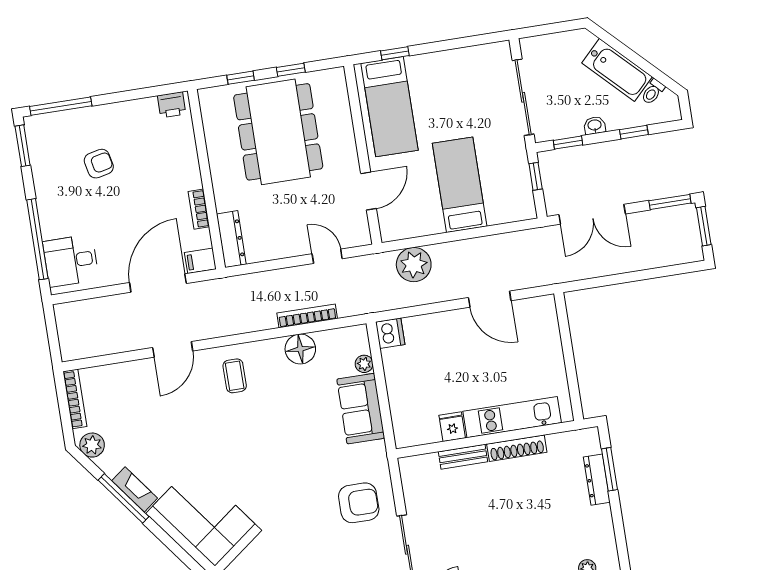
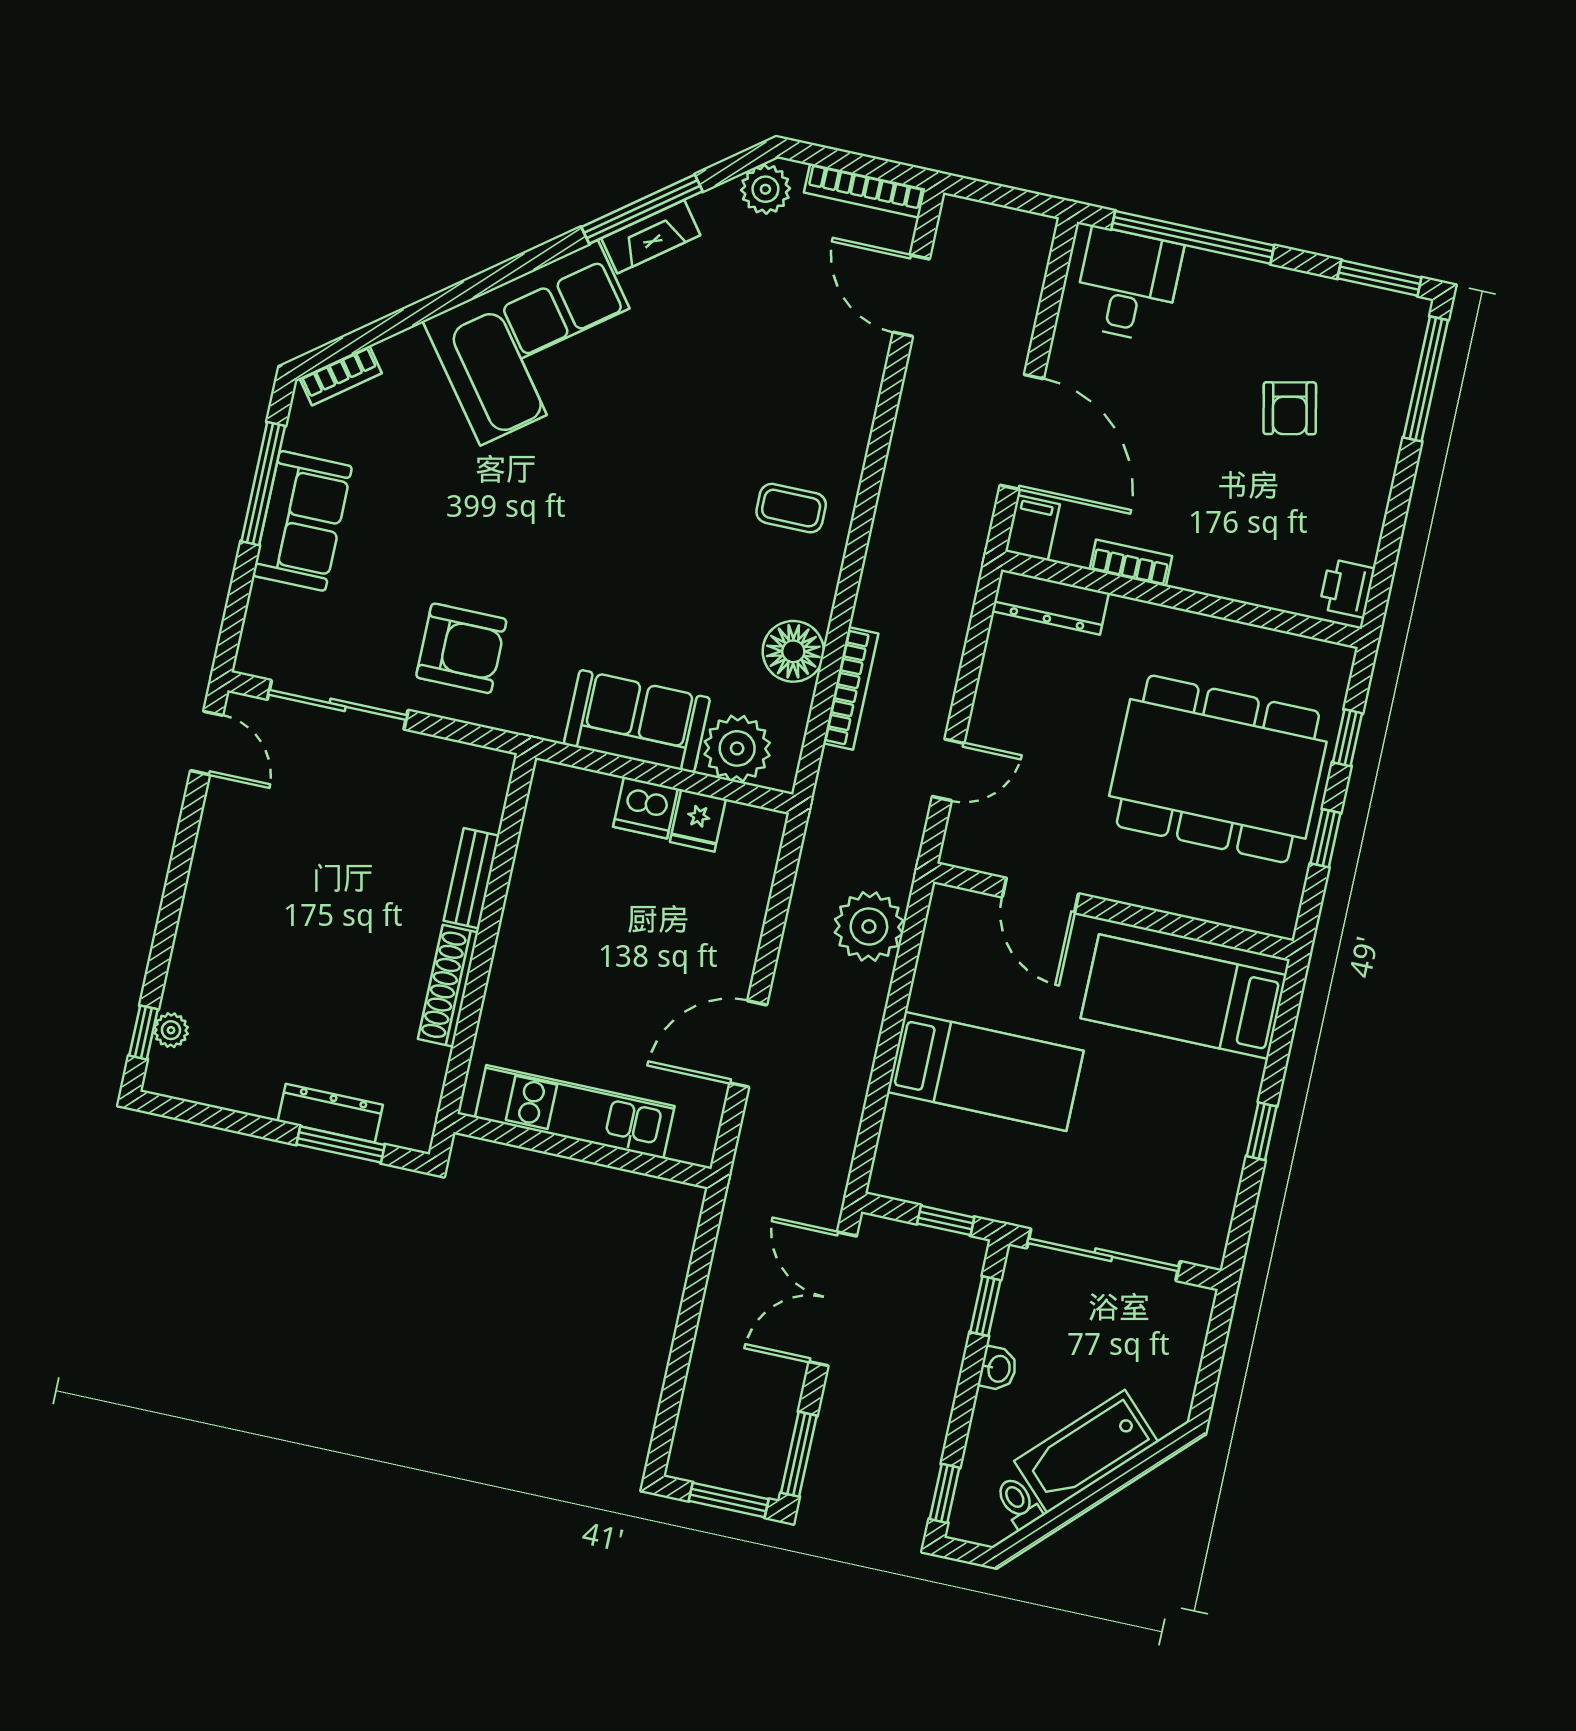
window: (395, 53) -> (1262, 1131), moved
window: (634, 132) -> (945, 1493), moved
dishwasher: (390, 333) -> (645, 808), moved
door: (173, 349) -> (911, 296), moved
plant: (364, 364) -> (737, 748), width x1.88, depth x1.88
kitchen unit: (512, 417) -> (575, 1112), moved, turned -90
fridge: (452, 427) -> (698, 820), moved, turned 90
armchair: (359, 503) -> (461, 648), turned -90

